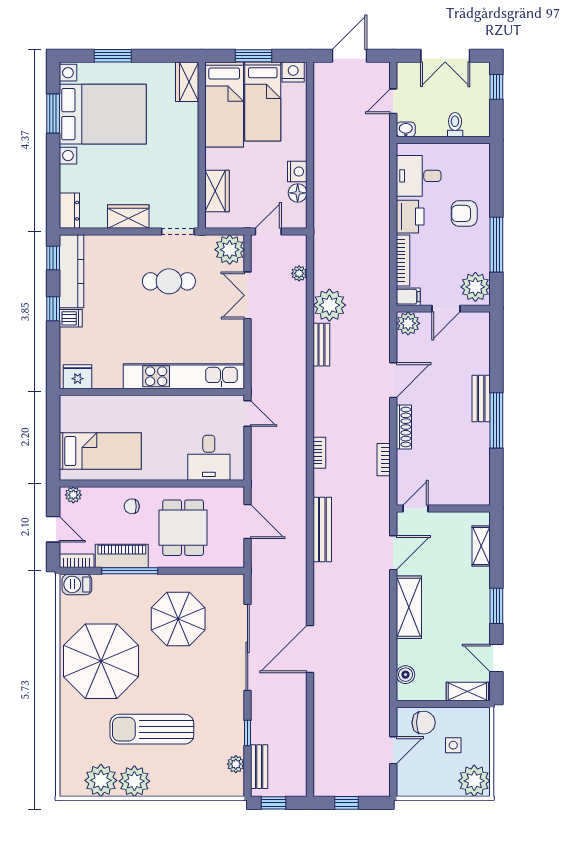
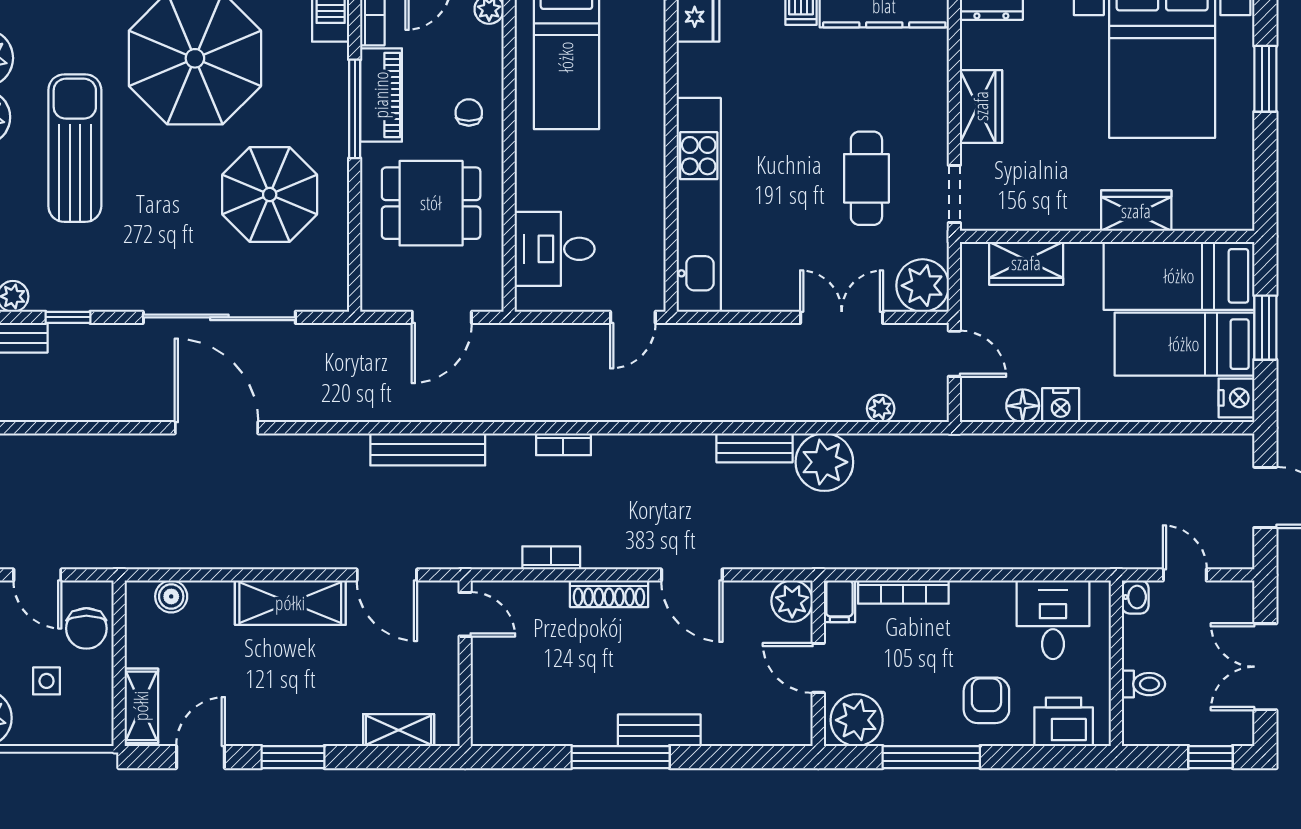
wardrobe: (187, 82) -> (1136, 211), moved
printer: (410, 217) -> (1064, 722), moved, turned 180

